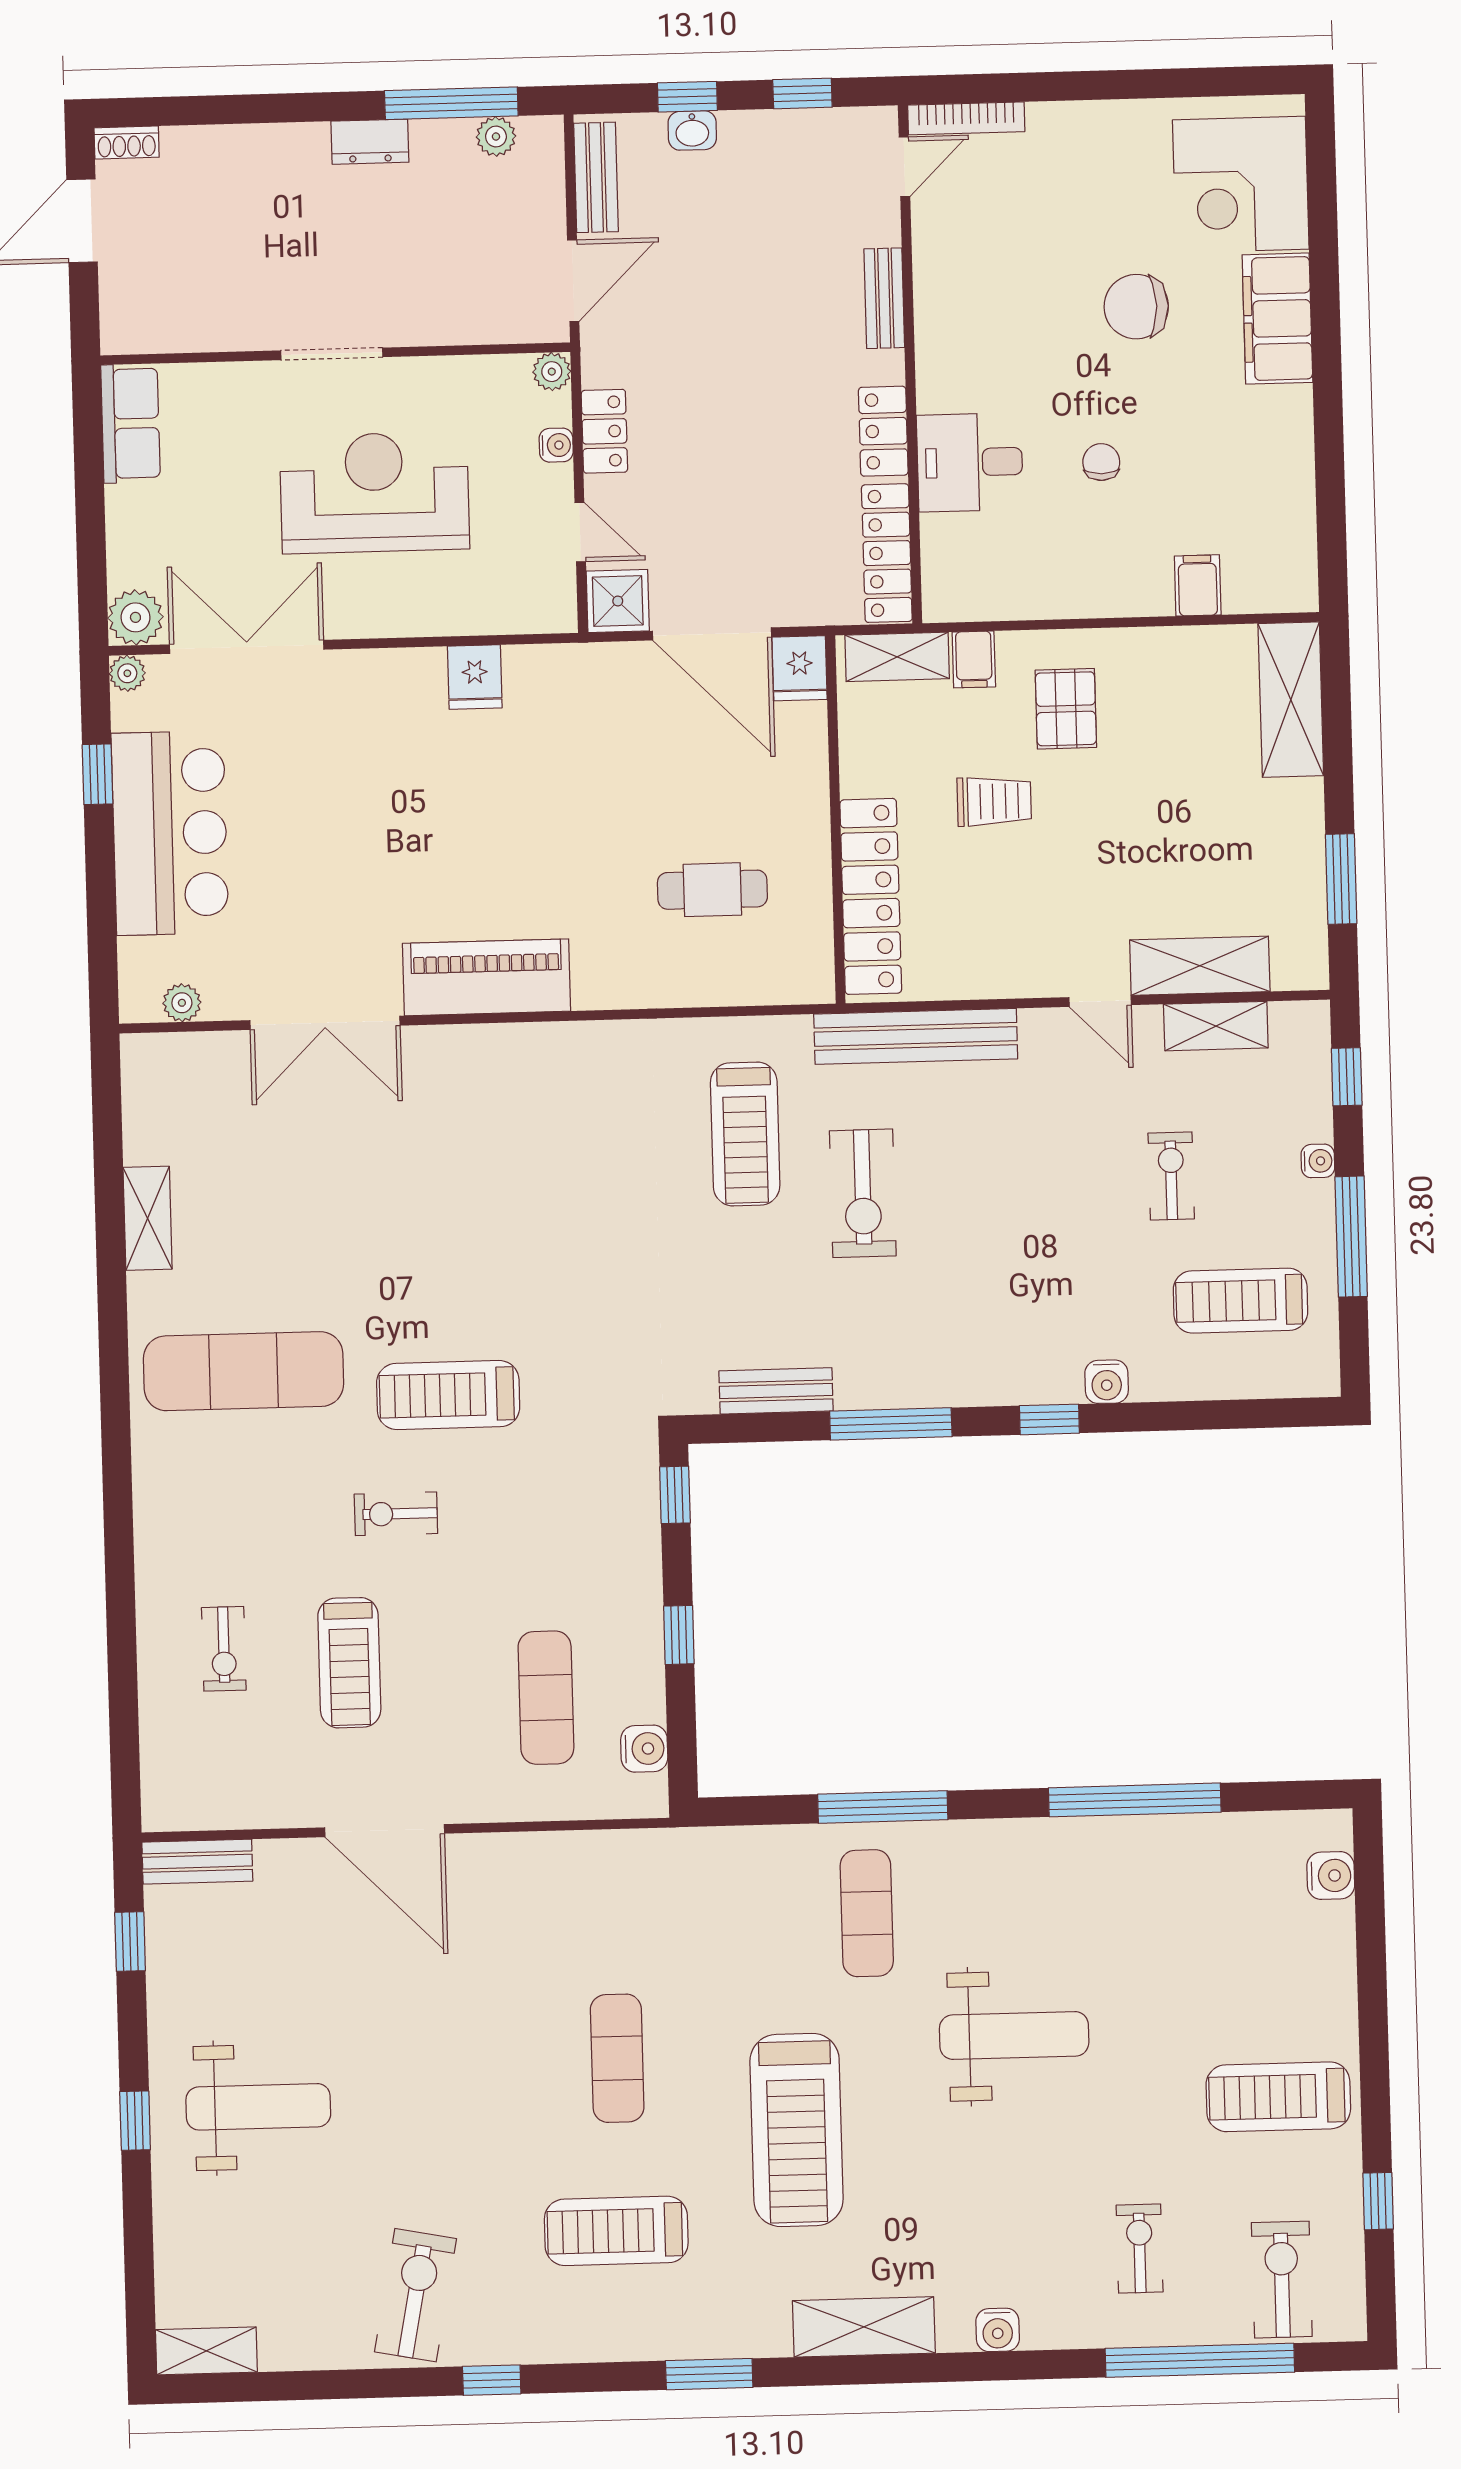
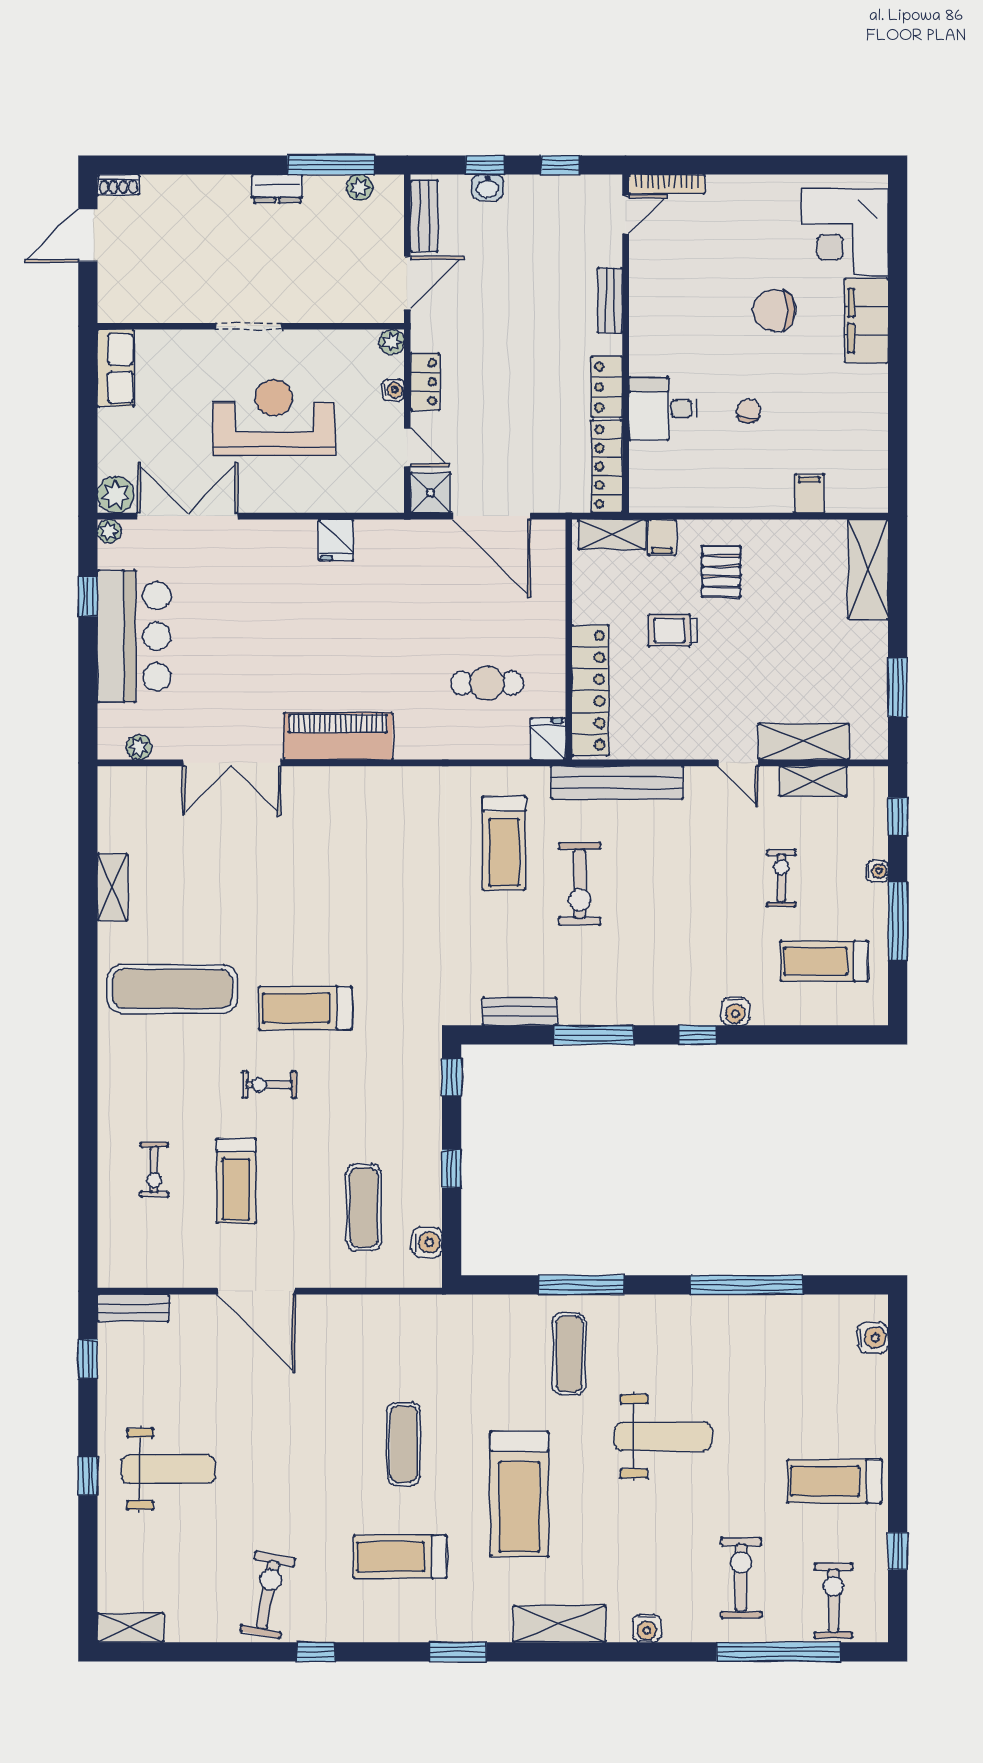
fridge: (800, 668) -> (548, 739), moved, turned 180
trolley: (994, 801) -> (673, 631), turned 180
exercise bike: (1140, 2249) -> (741, 1578), width x1.38, depth x1.39

